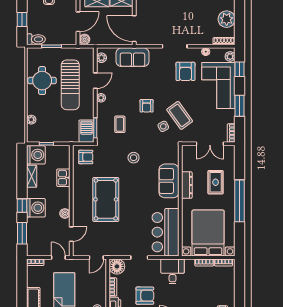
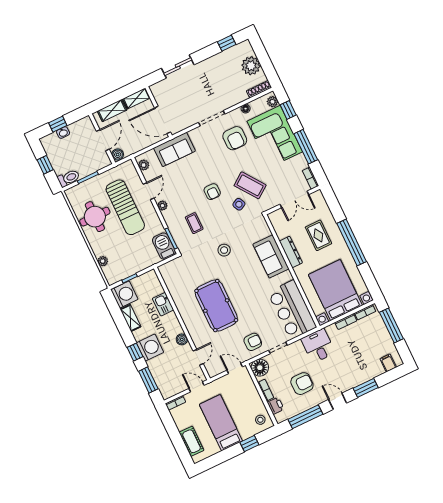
window: (240, 106) -> (306, 147), width x1.44
armchair: (86, 157) -> (253, 342), moved
door: (96, 257) -> (235, 368), swing flipped
window: (240, 283) -> (391, 326), added

